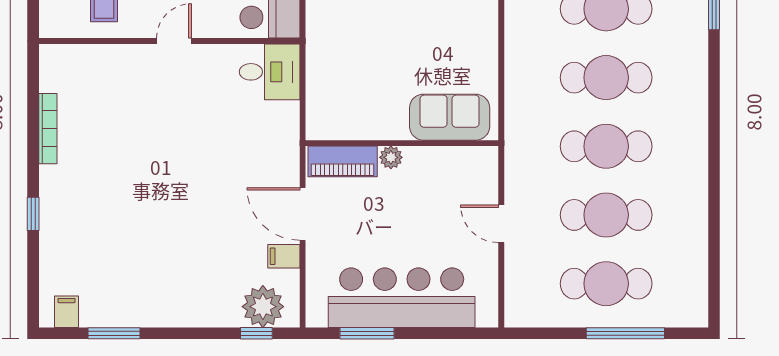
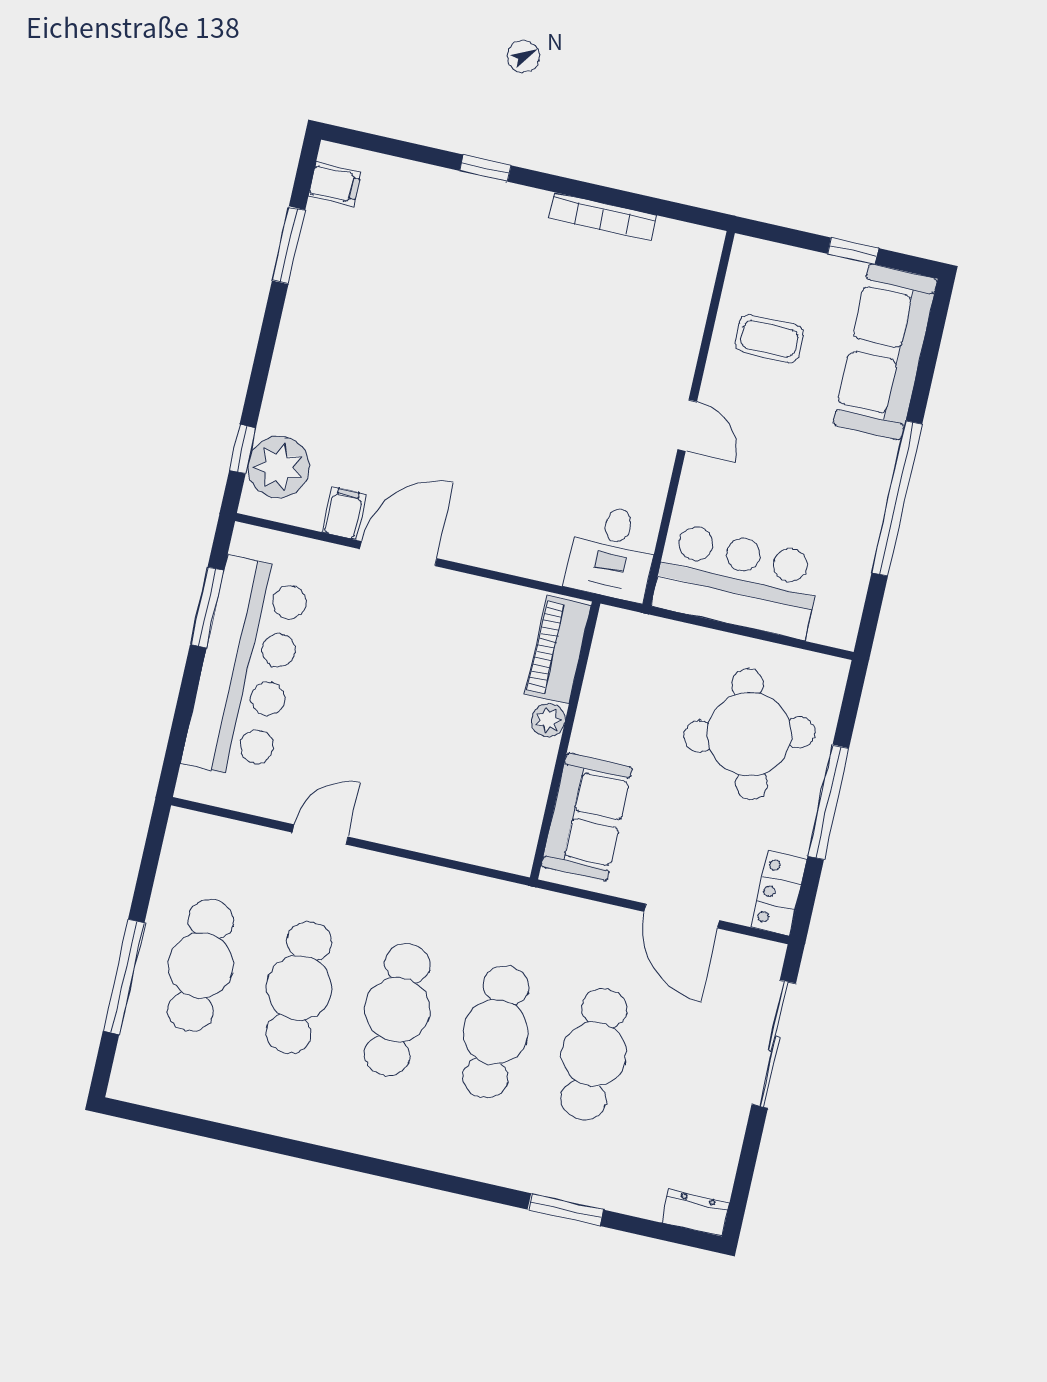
sofa: (450, 117) -> (587, 817), moved
wall: (402, 143) -> (565, 740), moved
plant: (391, 157) -> (548, 720), moved
piano: (343, 161) -> (558, 650), moved

